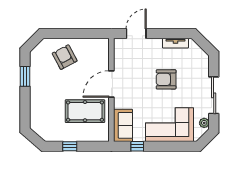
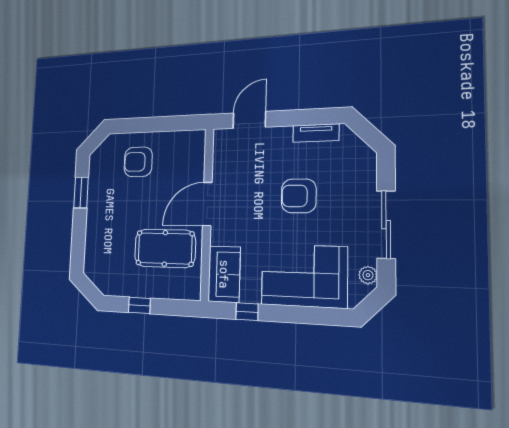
armchair: (65, 57) -> (138, 162), turned -62

